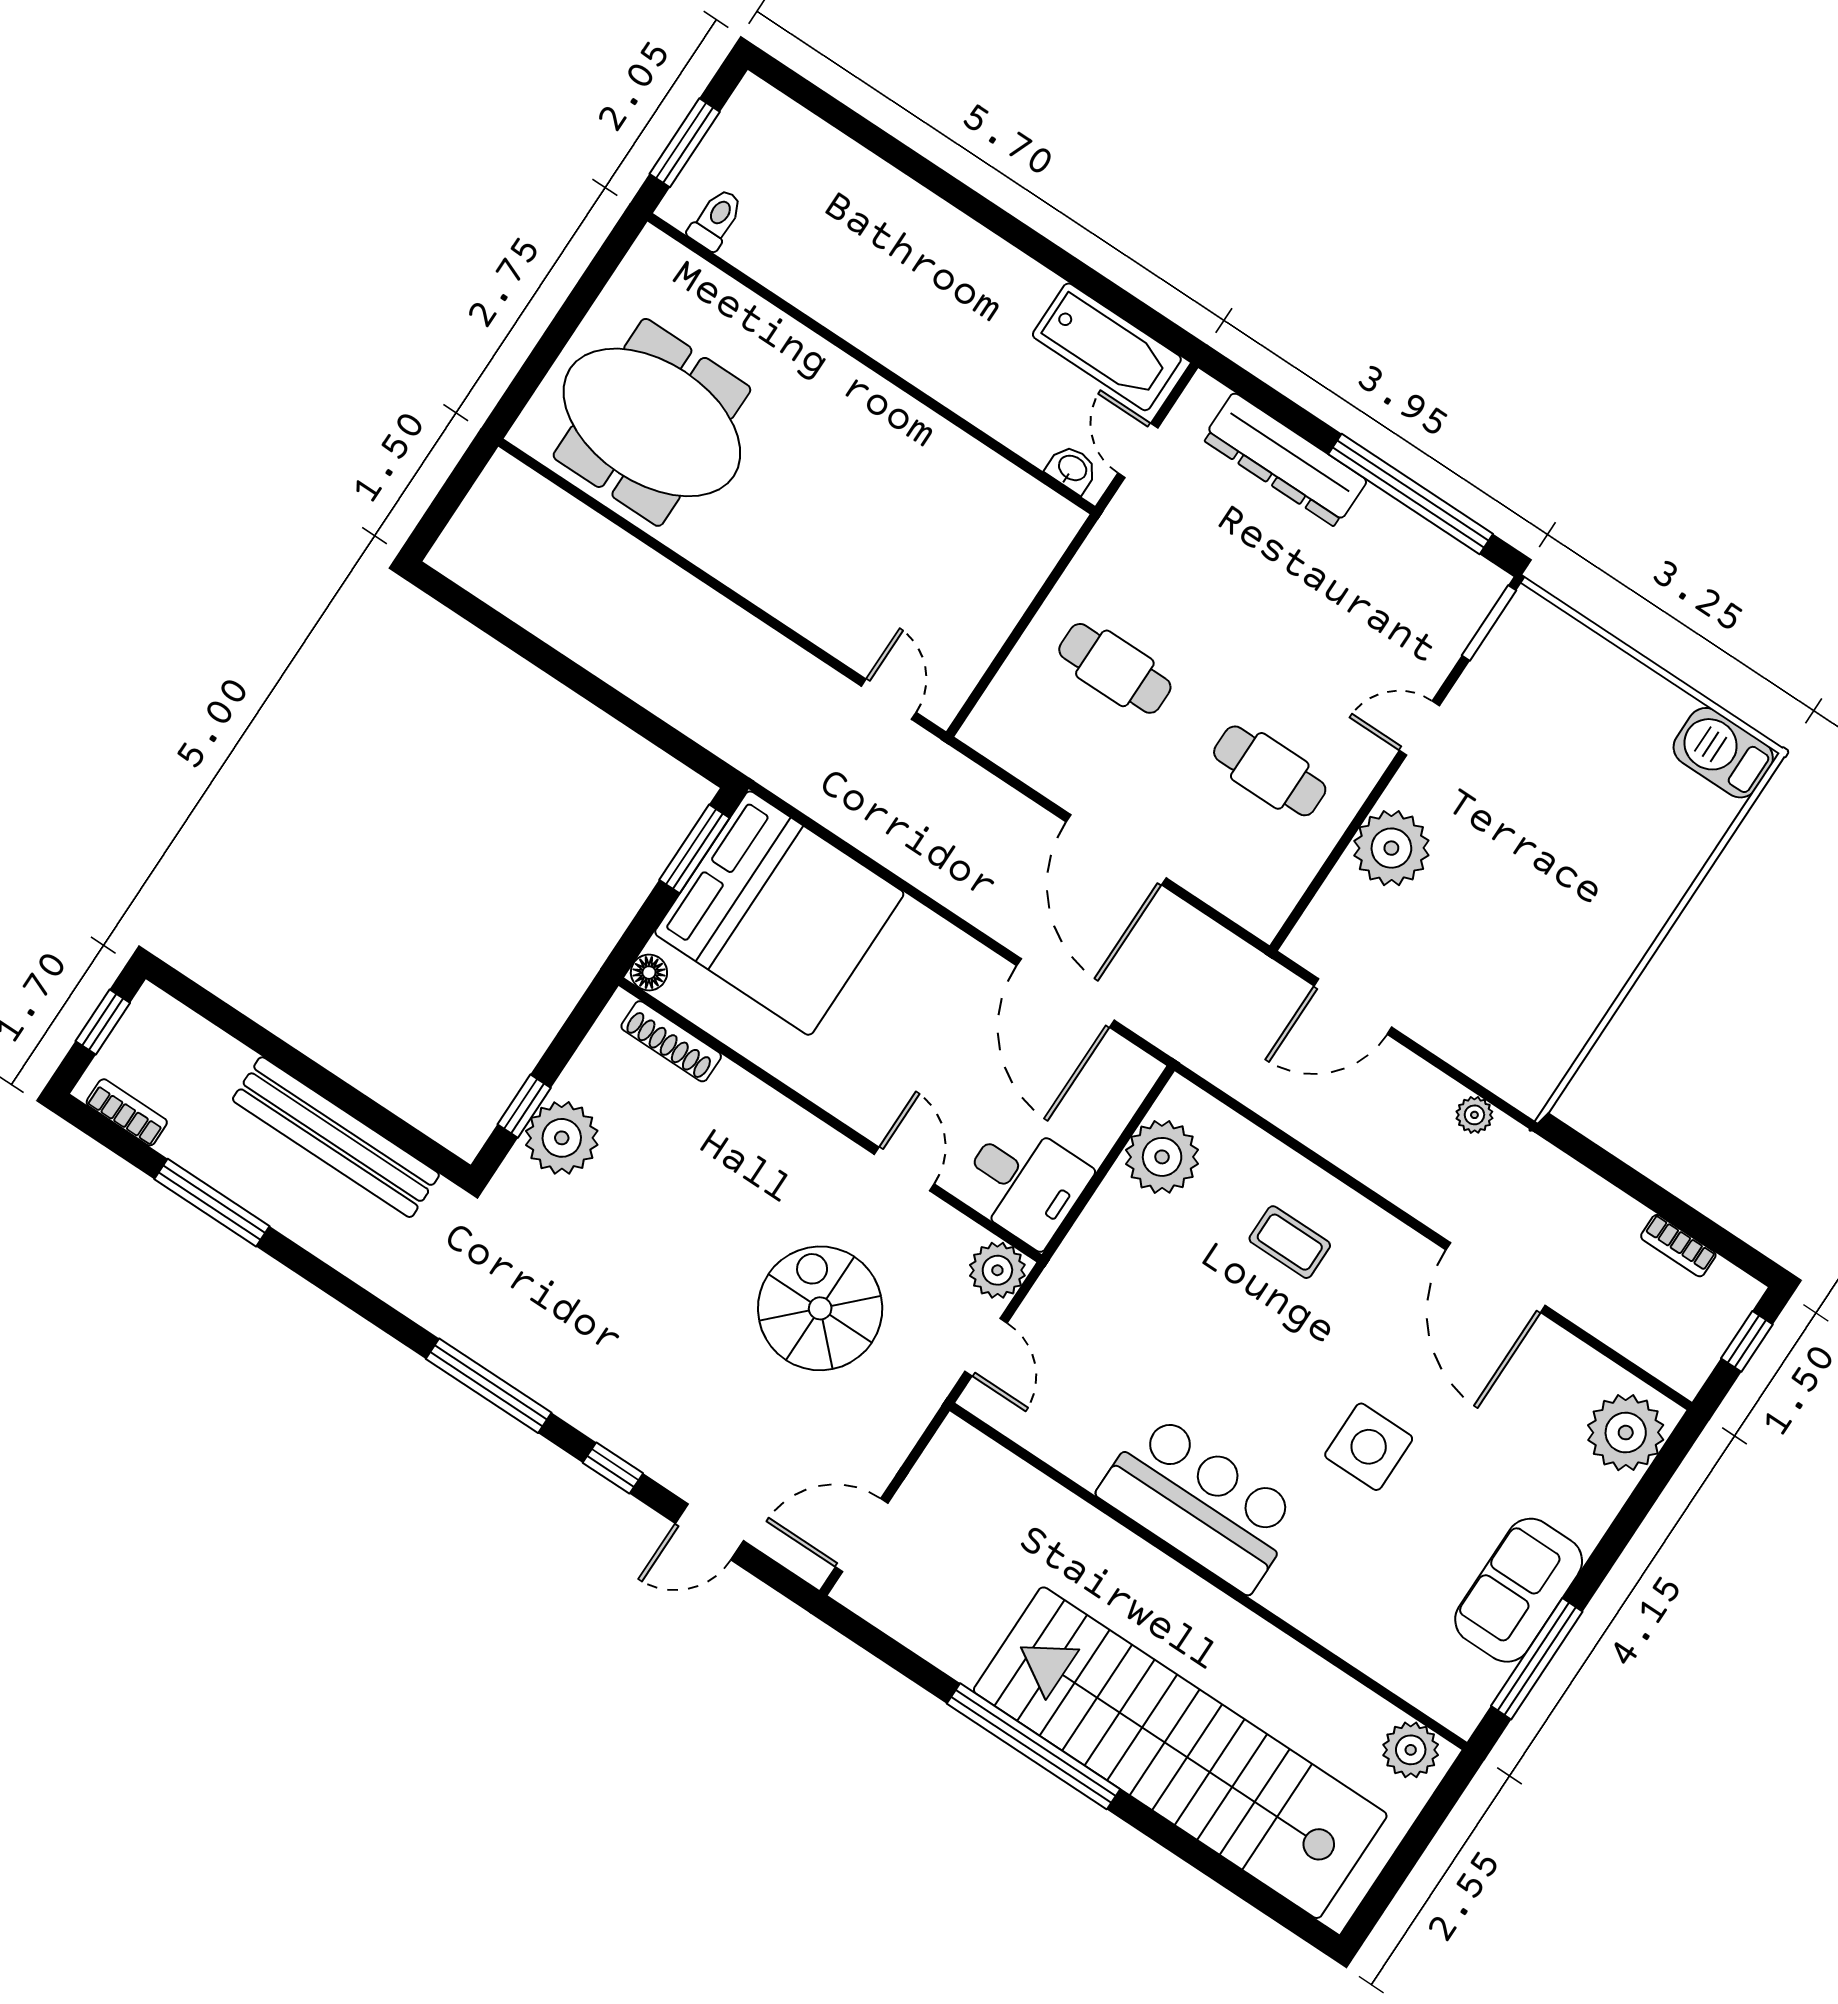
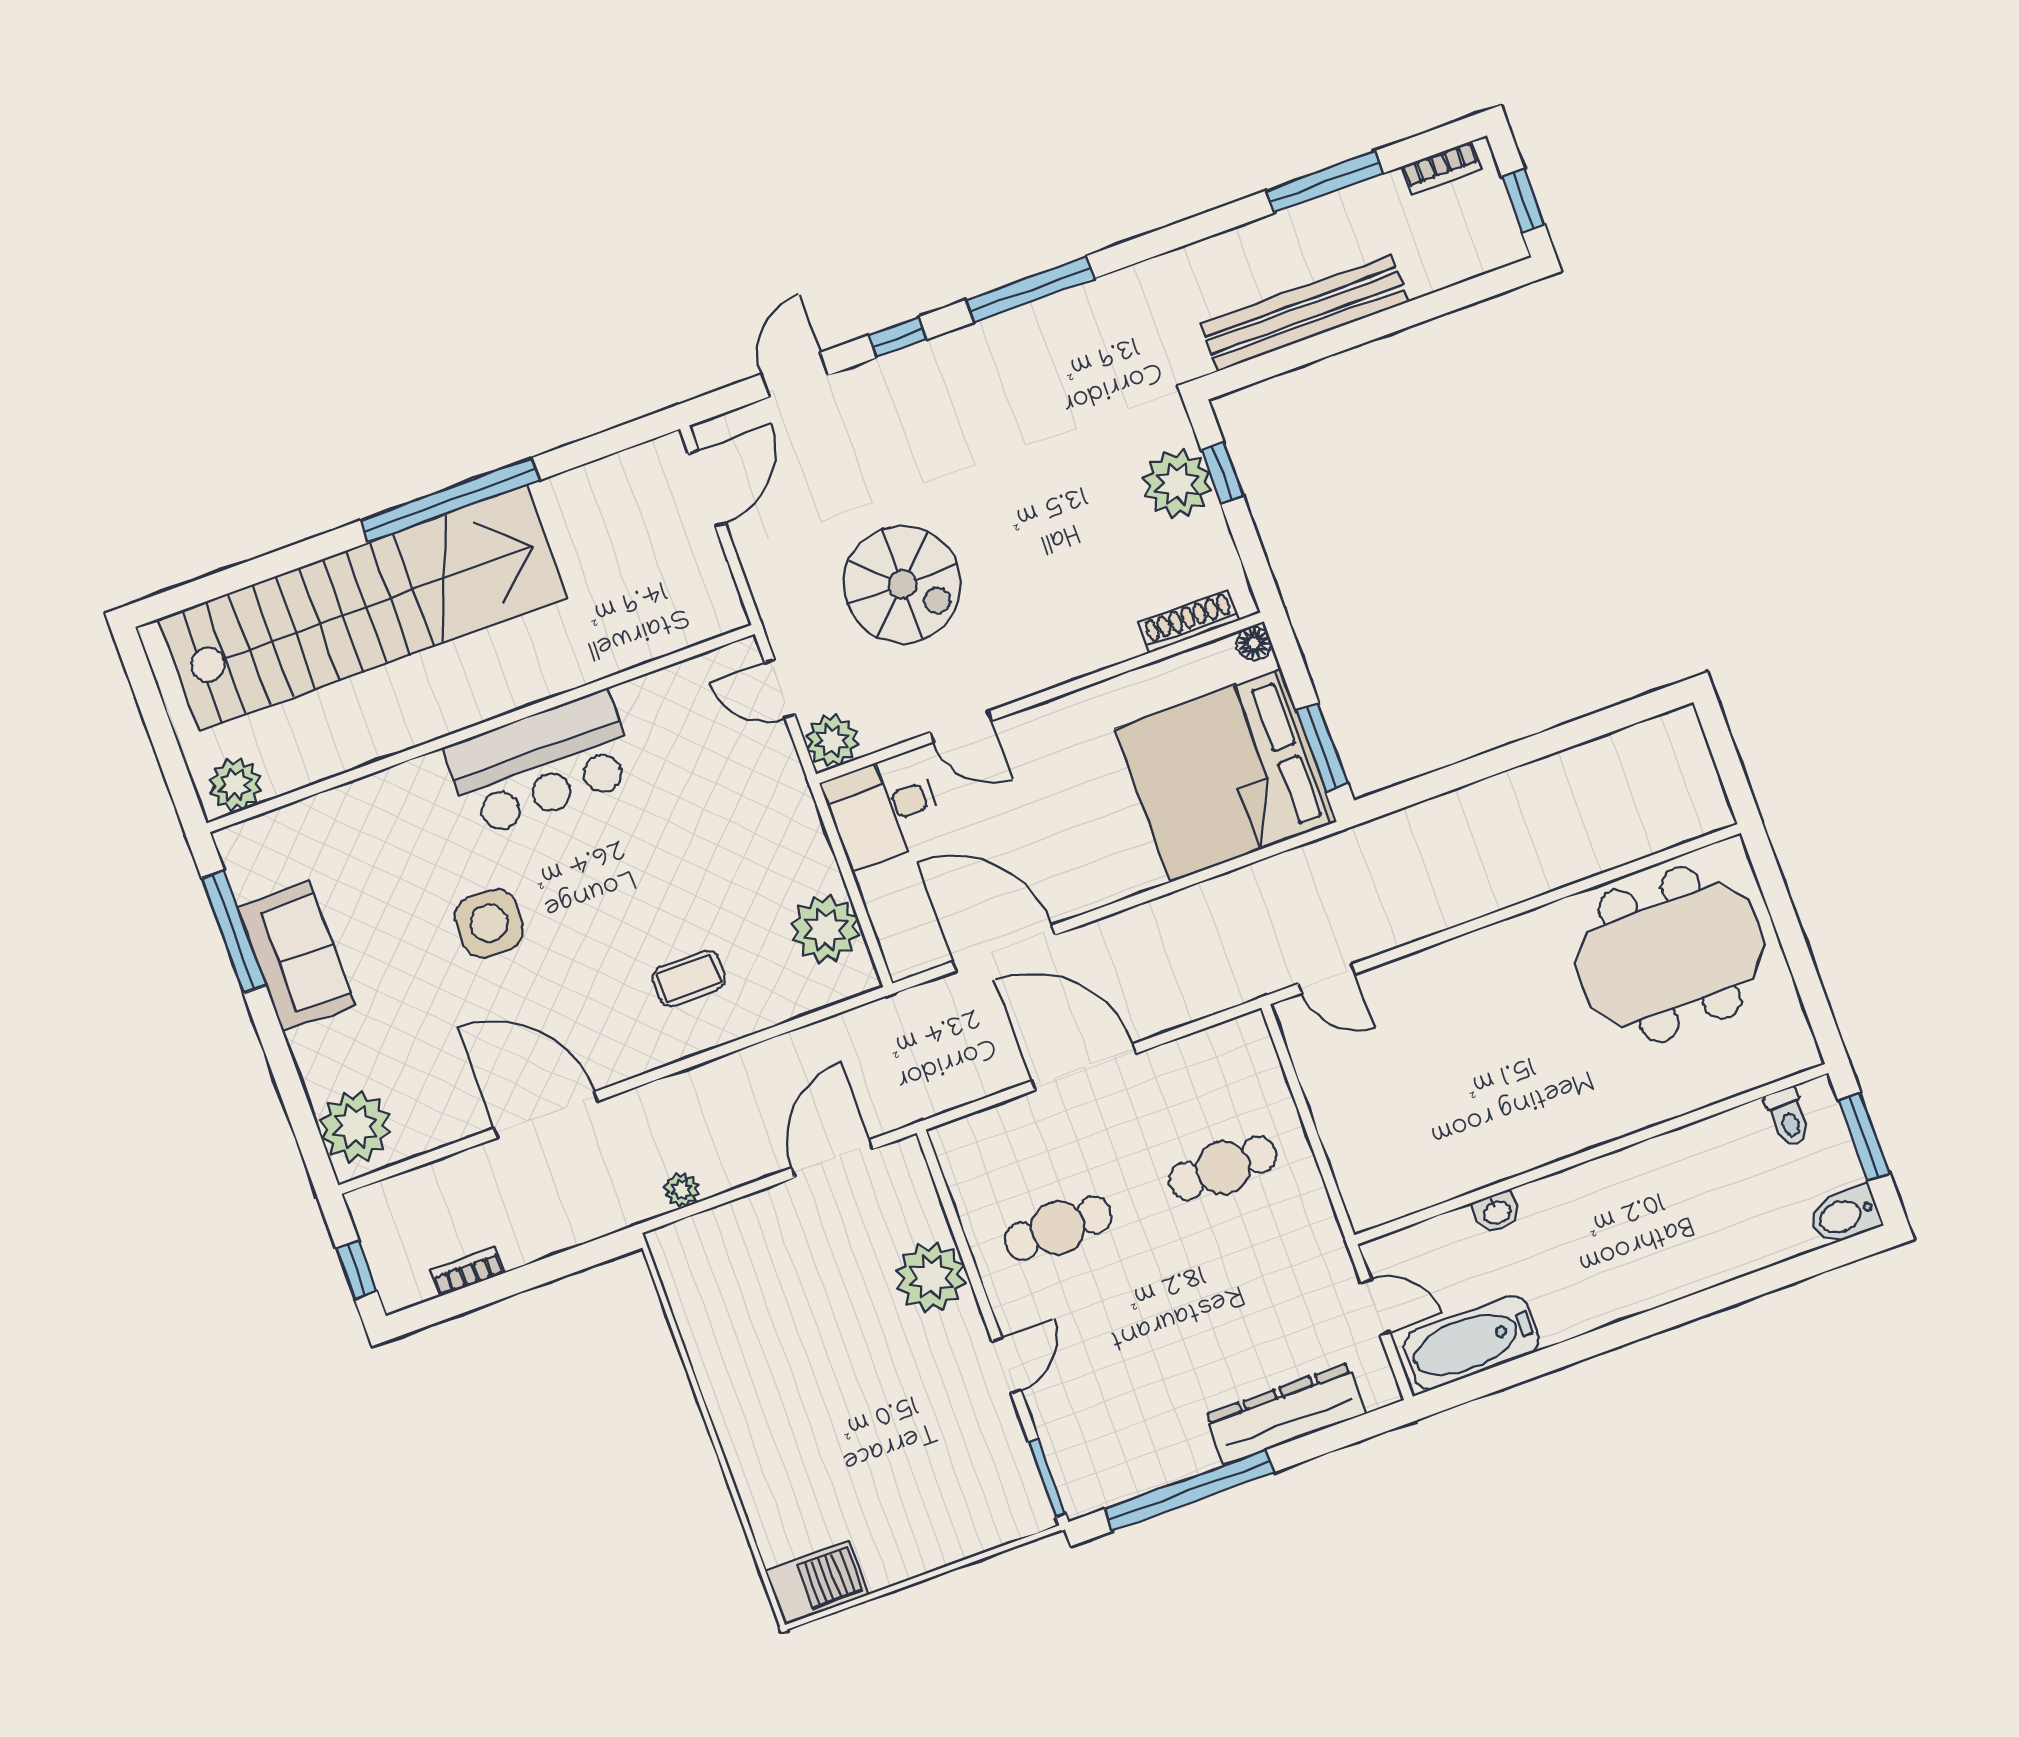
bidet: (764, 110) -> (1845, 1215), added
washbasin: (1072, 469) -> (1497, 1212), moved

